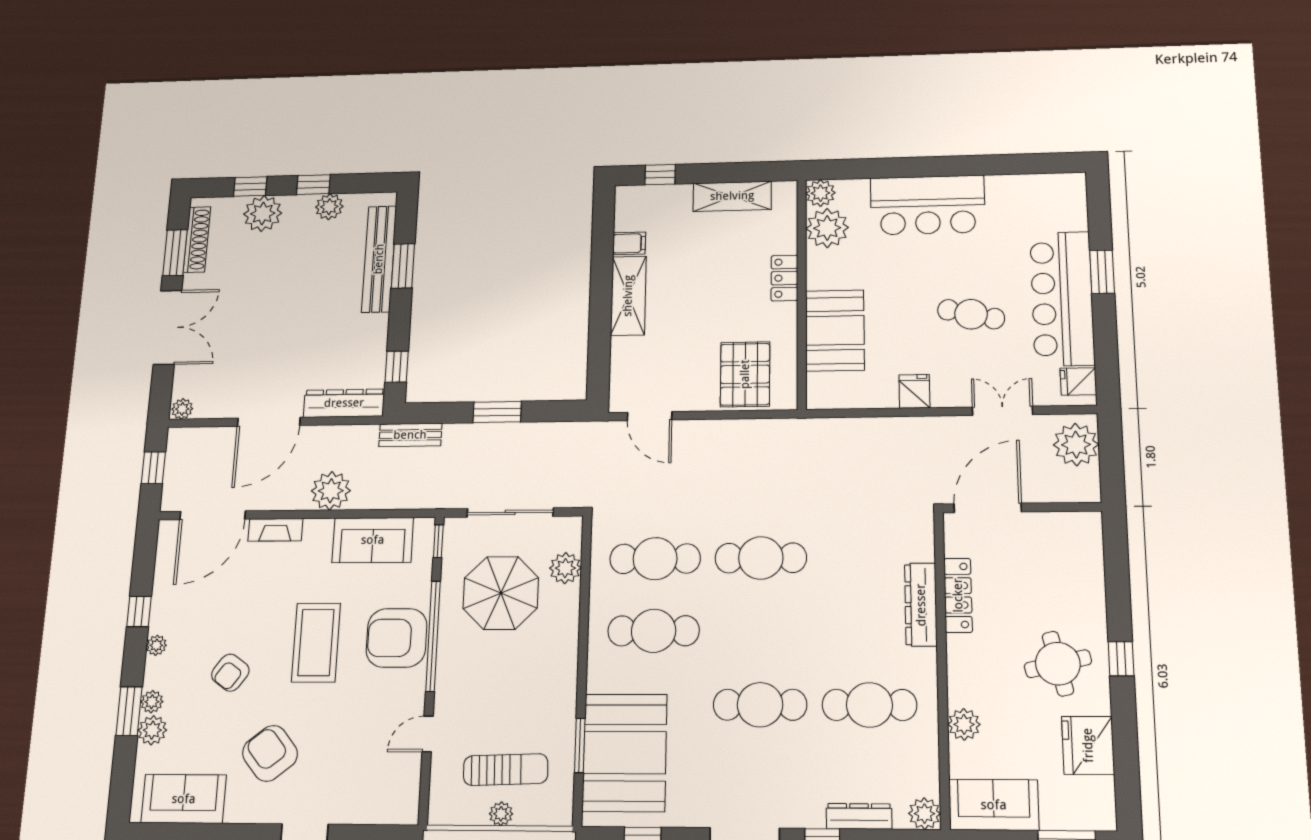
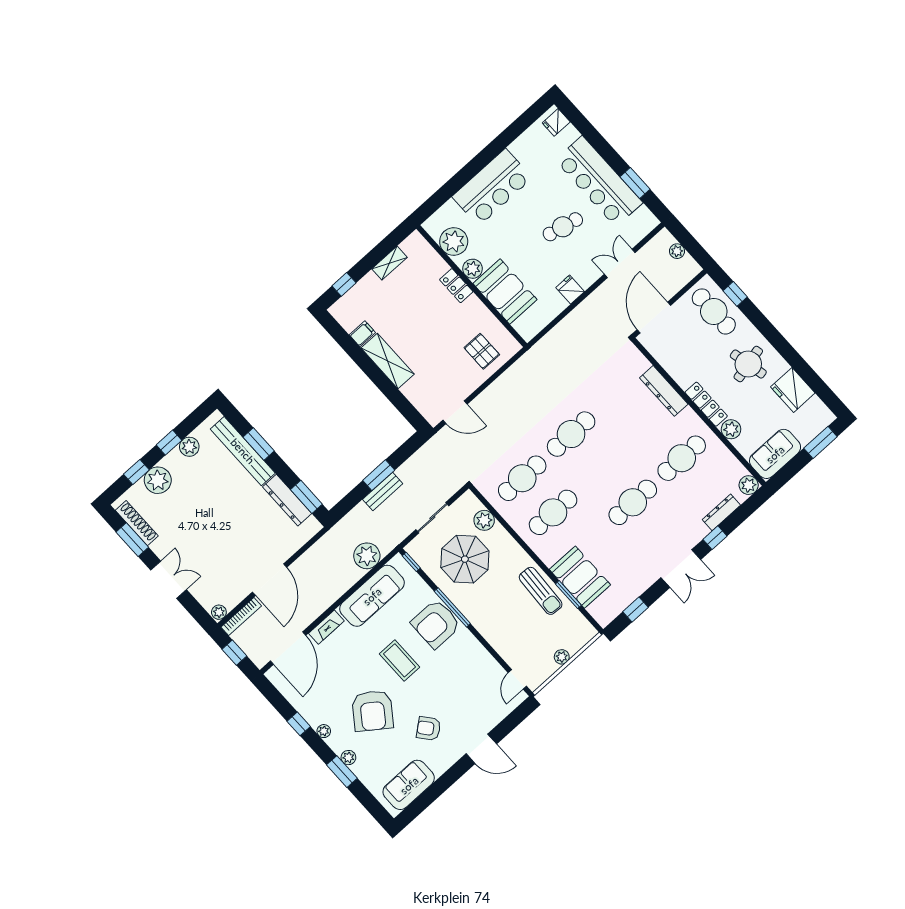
plant: (820, 193) -> (473, 269), moved
shelving: (732, 196) -> (390, 263), width x0.67, depth x0.75
window: (1102, 272) -> (635, 183), moved
double door: (167, 327) -> (169, 580), width x0.73
window: (397, 367) -> (306, 497), width x1.50
pallet: (745, 374) -> (482, 351), width x0.67, depth x0.71
fridge: (1078, 381) -> (556, 122), moved
dresser: (344, 403) -> (287, 500), moved, turned -90
bookcase: (200, 435) -> (241, 617), added
bench: (410, 435) -> (383, 492), moved
plant: (1076, 445) -> (677, 251), width x0.53, depth x0.53
plant: (331, 491) -> (367, 556), moved
sliding door: (510, 512) -> (432, 518), width x0.73
sofa: (373, 540) -> (372, 596), width x1.36
cafe table: (1070, 563) -> (714, 311), added
locker: (958, 595) -> (706, 404), moved
window: (433, 636) -> (452, 607), width x0.68
coffee table: (316, 643) -> (400, 660), width x0.73, depth x0.76
window: (1121, 659) -> (735, 294), moved
armchair: (230, 673) -> (372, 711), width x1.88, depth x1.88
plant: (152, 730) -> (362, 769), removed
door: (428, 734) -> (517, 679), moved
armchair: (270, 753) -> (429, 729), width x0.72, depth x0.72
booth: (625, 753) -> (580, 577), width x0.73, depth x0.70
sun lounger: (506, 770) -> (541, 591), moved, turned 95

